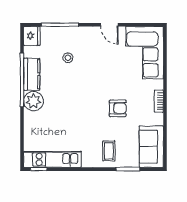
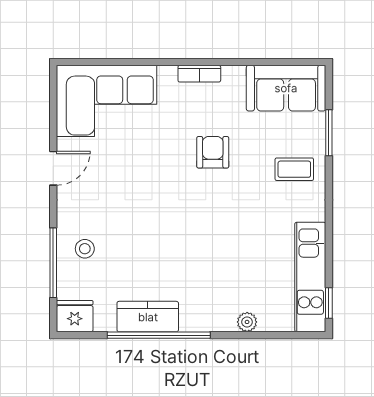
stool: (68, 58) -> (85, 249), moved
plant: (33, 101) -> (247, 322), moved, width x0.53, depth x0.53

